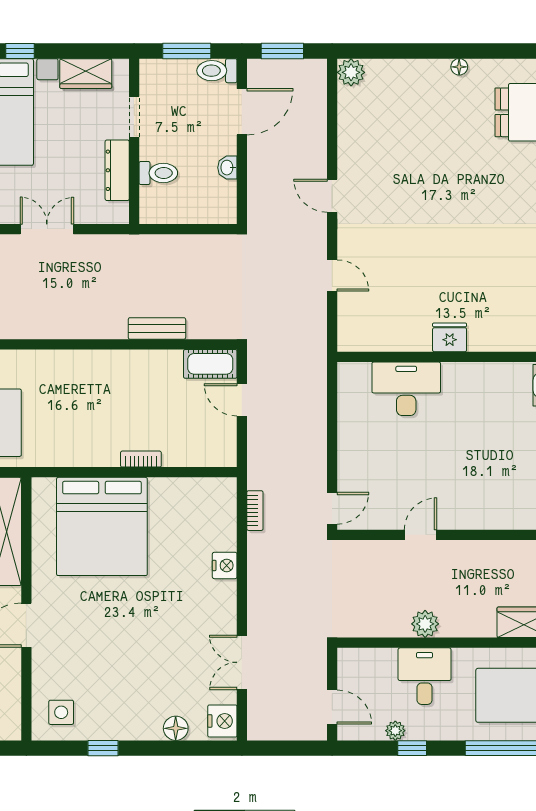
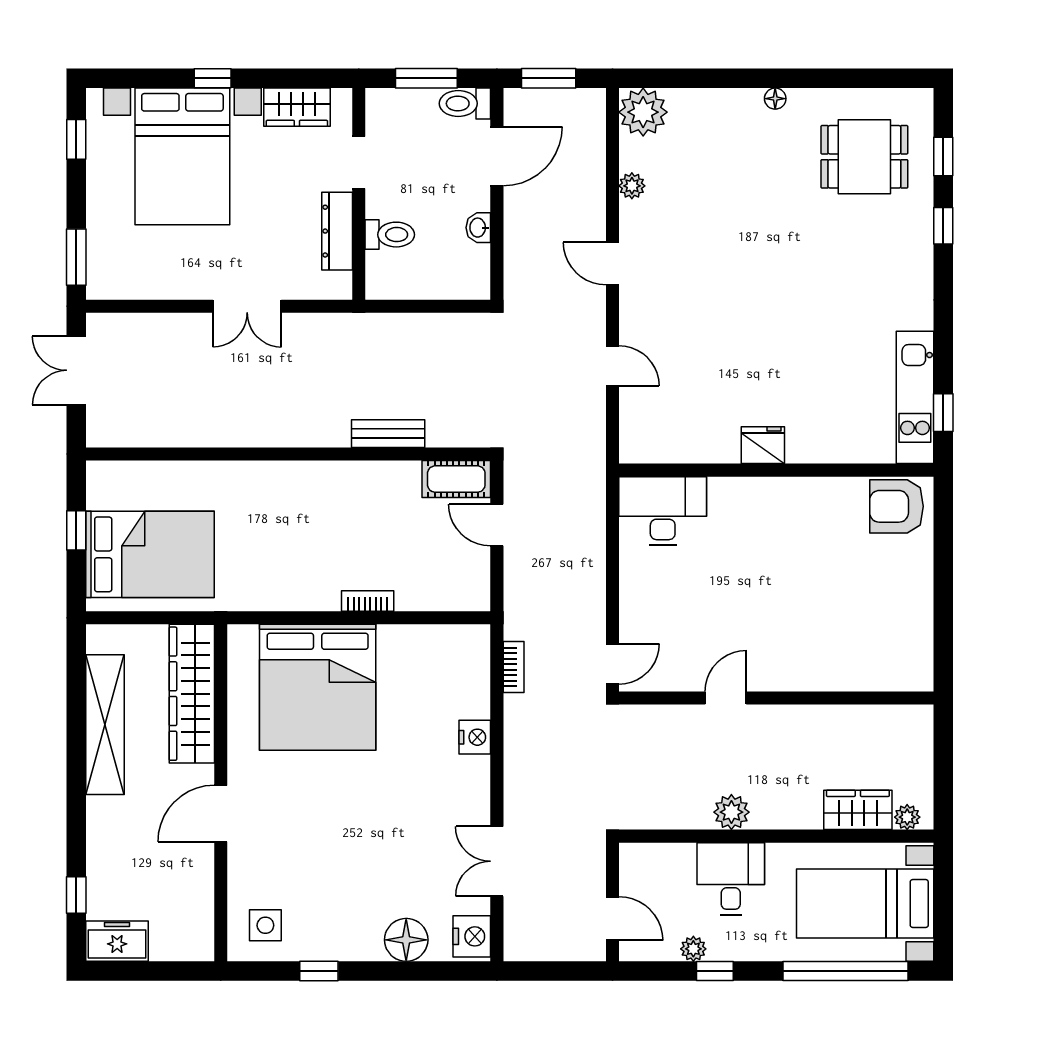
plant: (351, 72) -> (643, 112), width x1.36, depth x1.36
plant: (347, 135) -> (632, 186), added
double door: (47, 229) -> (247, 306), swing flipped
desk: (406, 389) -> (663, 511), moved
floor lamp: (176, 728) -> (406, 940), width x1.38, depth x1.38

